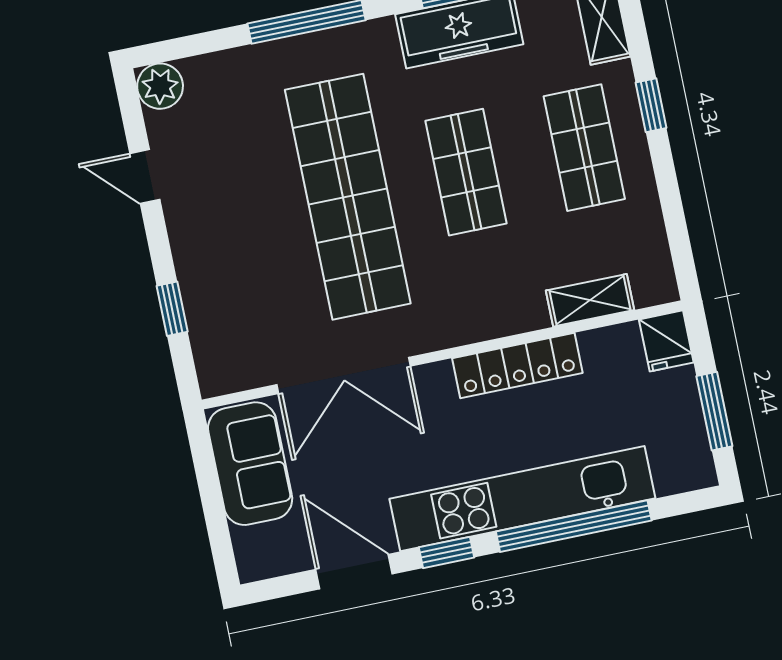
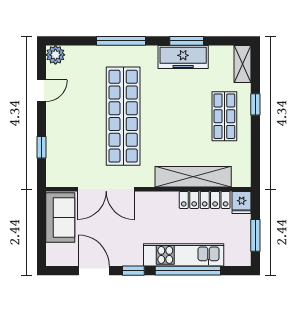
shop shelf: (466, 172) -> (174, 116), removed
door: (145, 177) -> (41, 91), swing flipped
shelving: (590, 300) -> (193, 177), width x2.20, depth x1.33
locker: (517, 366) -> (205, 200), moved
kitchen unit: (522, 499) -> (184, 255), width x0.73

